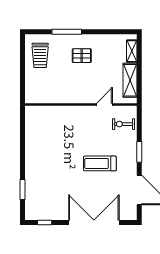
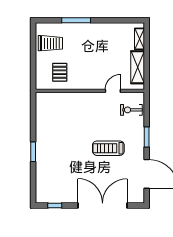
trolley: (40, 55) -> (50, 43), turned -90
pallet: (82, 56) -> (60, 72), moved, turned 90
window: (22, 189) -> (33, 152), moved

